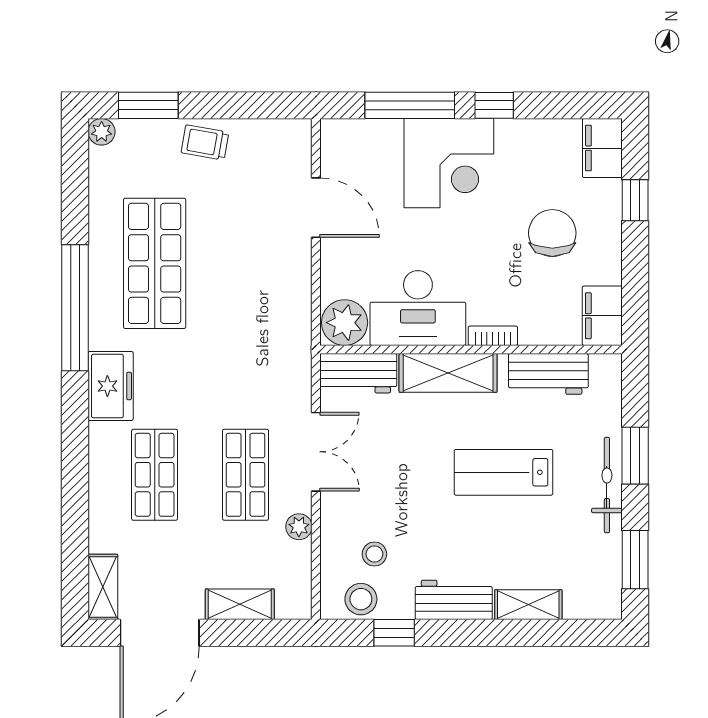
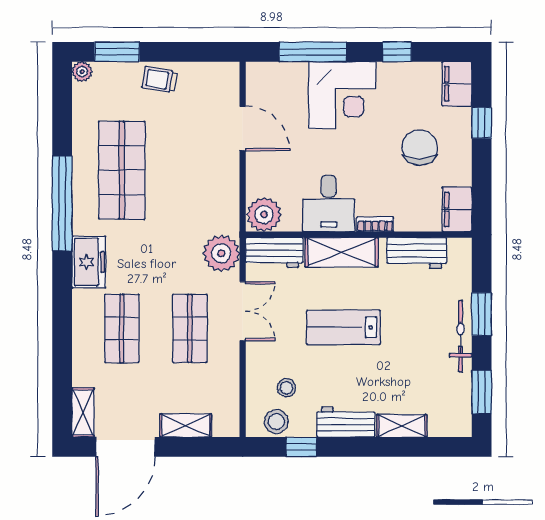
window: (494, 105) -> (397, 52), moved
desk: (418, 308) -> (329, 204), width x0.73
lab bench: (503, 472) -> (343, 327), moved
plant: (299, 527) -> (221, 253), moved, width x1.87, depth x1.87

